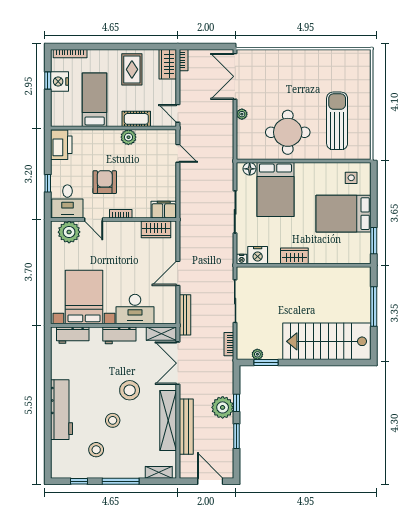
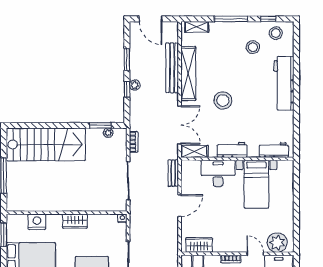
nightstand: (258, 255) -> (37, 222), moved
bed with nightstands: (84, 297) -> (256, 184), width x0.73
bench: (185, 315) -> (173, 173), width x0.73
plant: (223, 407) -> (135, 85), width x0.53, depth x0.53
stool: (113, 420) -> (276, 33), moved

